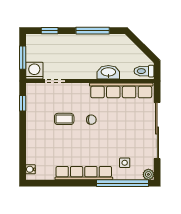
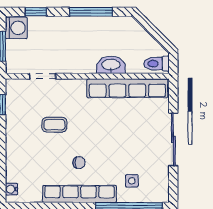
washing machine: (34, 71) -> (16, 28), moved, turned 90
chair: (91, 120) -> (79, 163), moved
sliding door: (157, 131) -> (173, 140), width x0.73
plant: (148, 174) -> (162, 196), removed

